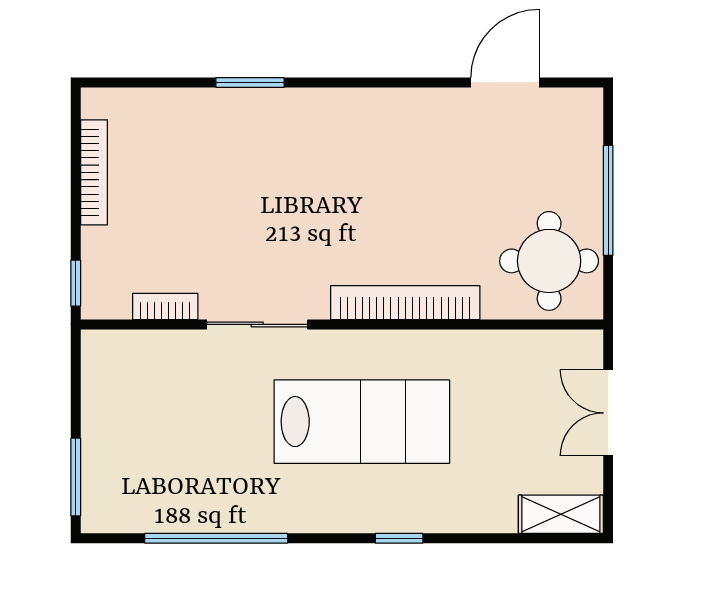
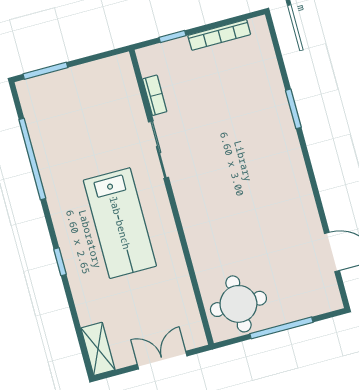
window: (76, 283) -> (173, 37), moved
bookcase: (405, 303) -> (193, 229), removed

